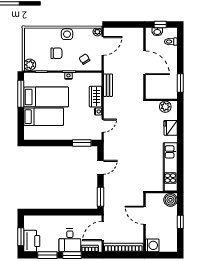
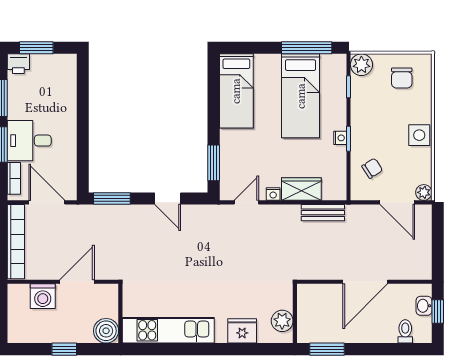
chair: (56, 53) -> (402, 78), moved
bed: (44, 117) -> (236, 91), moved
door: (103, 126) -> (246, 202), swing flipped
printer: (32, 241) -> (18, 64), width x0.53, depth x0.68
washing machine: (152, 245) -> (43, 296), moved

